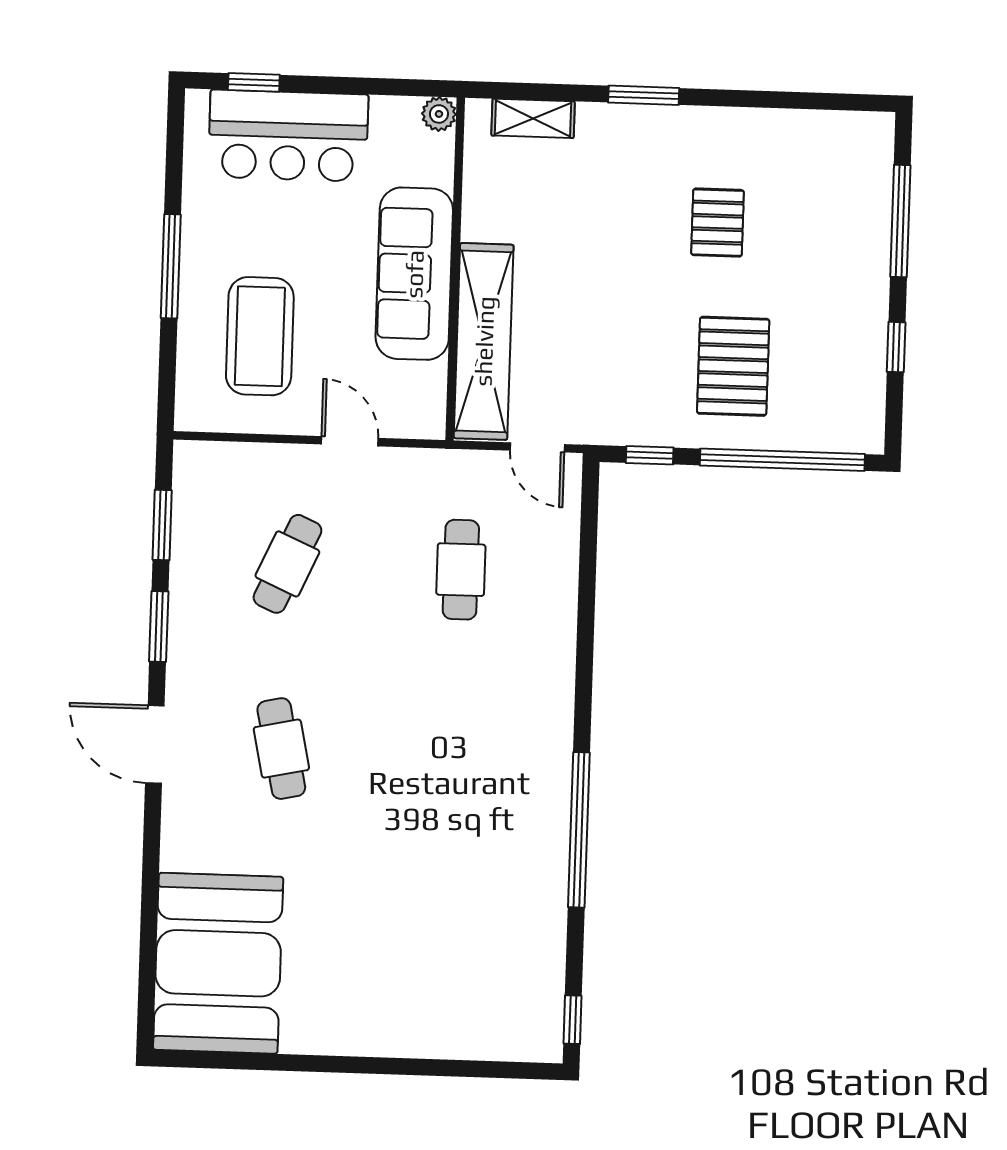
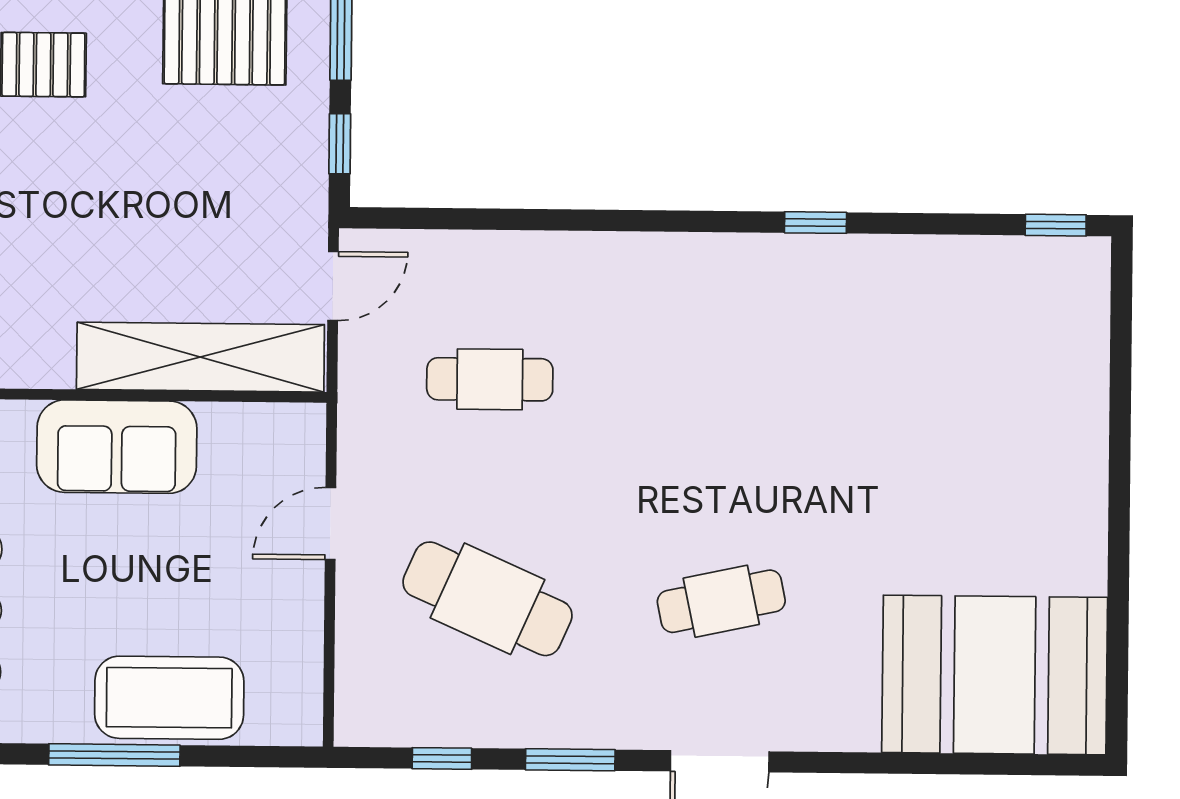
sofa: (414, 274) -> (117, 447), width x0.73
coffee table: (260, 336) -> (169, 698), moved
window: (162, 525) -> (442, 758), width x0.67
cafe table: (287, 564) -> (488, 599), width x1.37, depth x1.35
window: (579, 830) -> (816, 223), width x0.32

